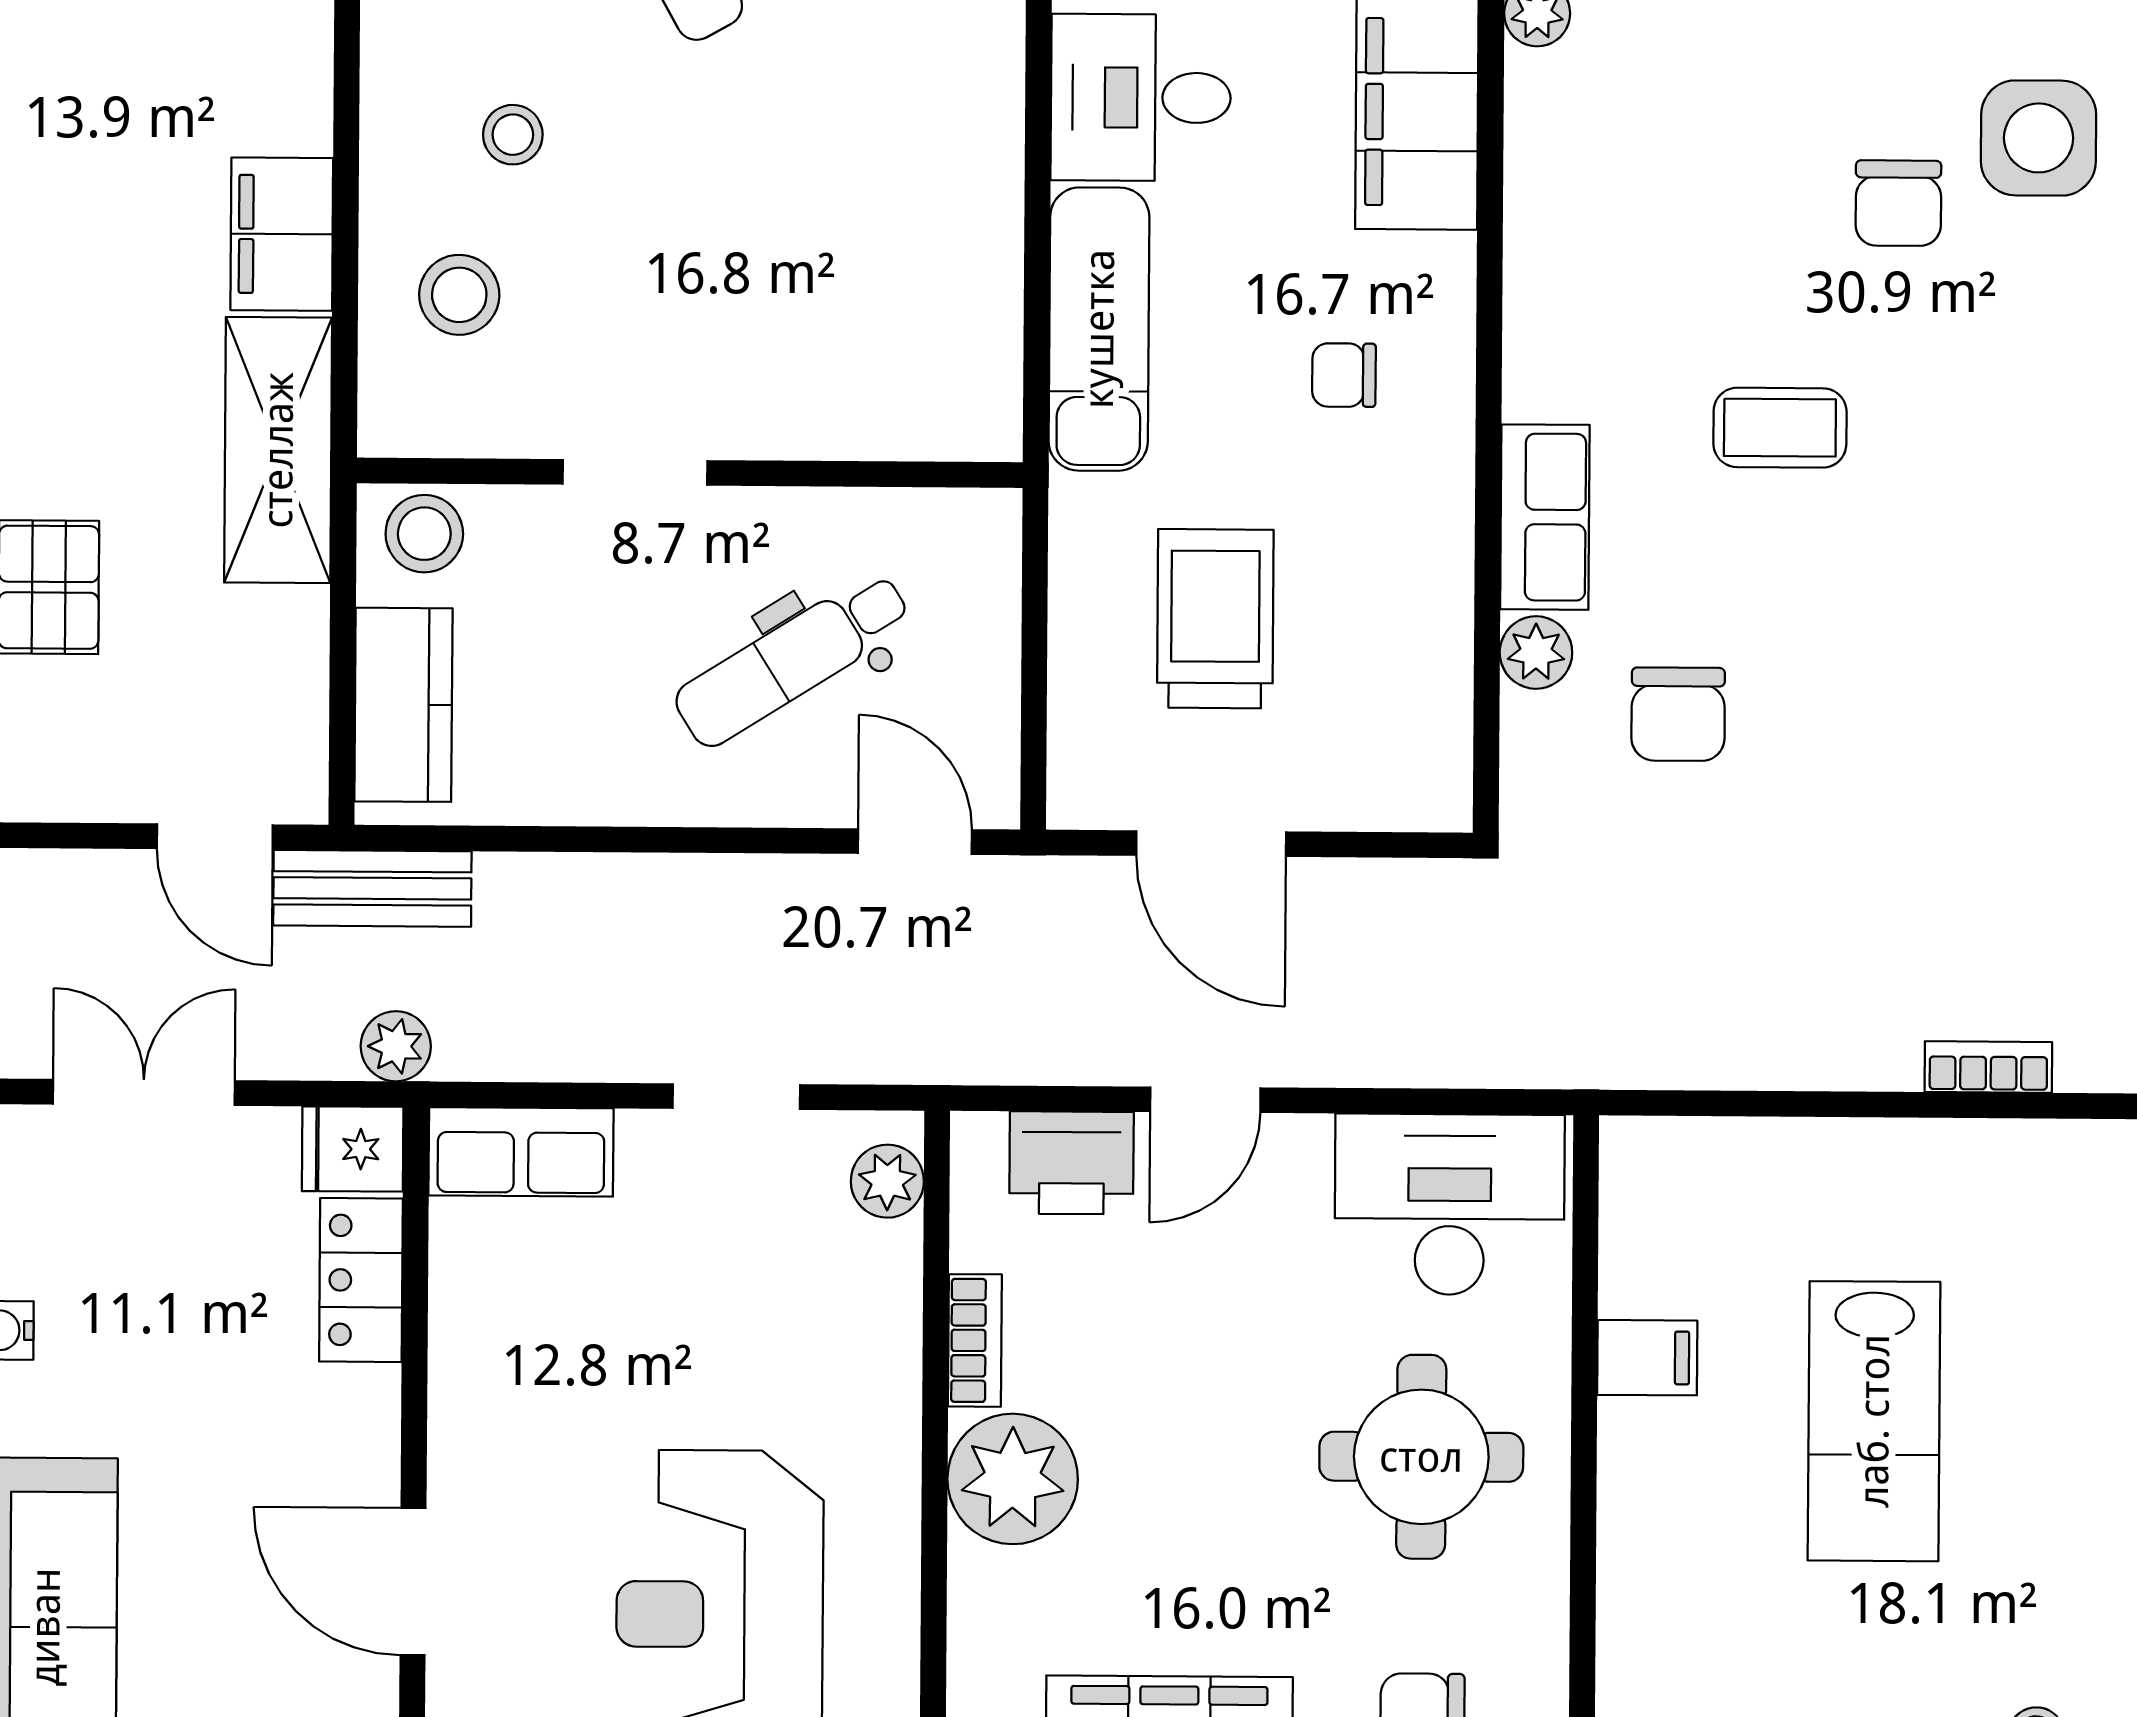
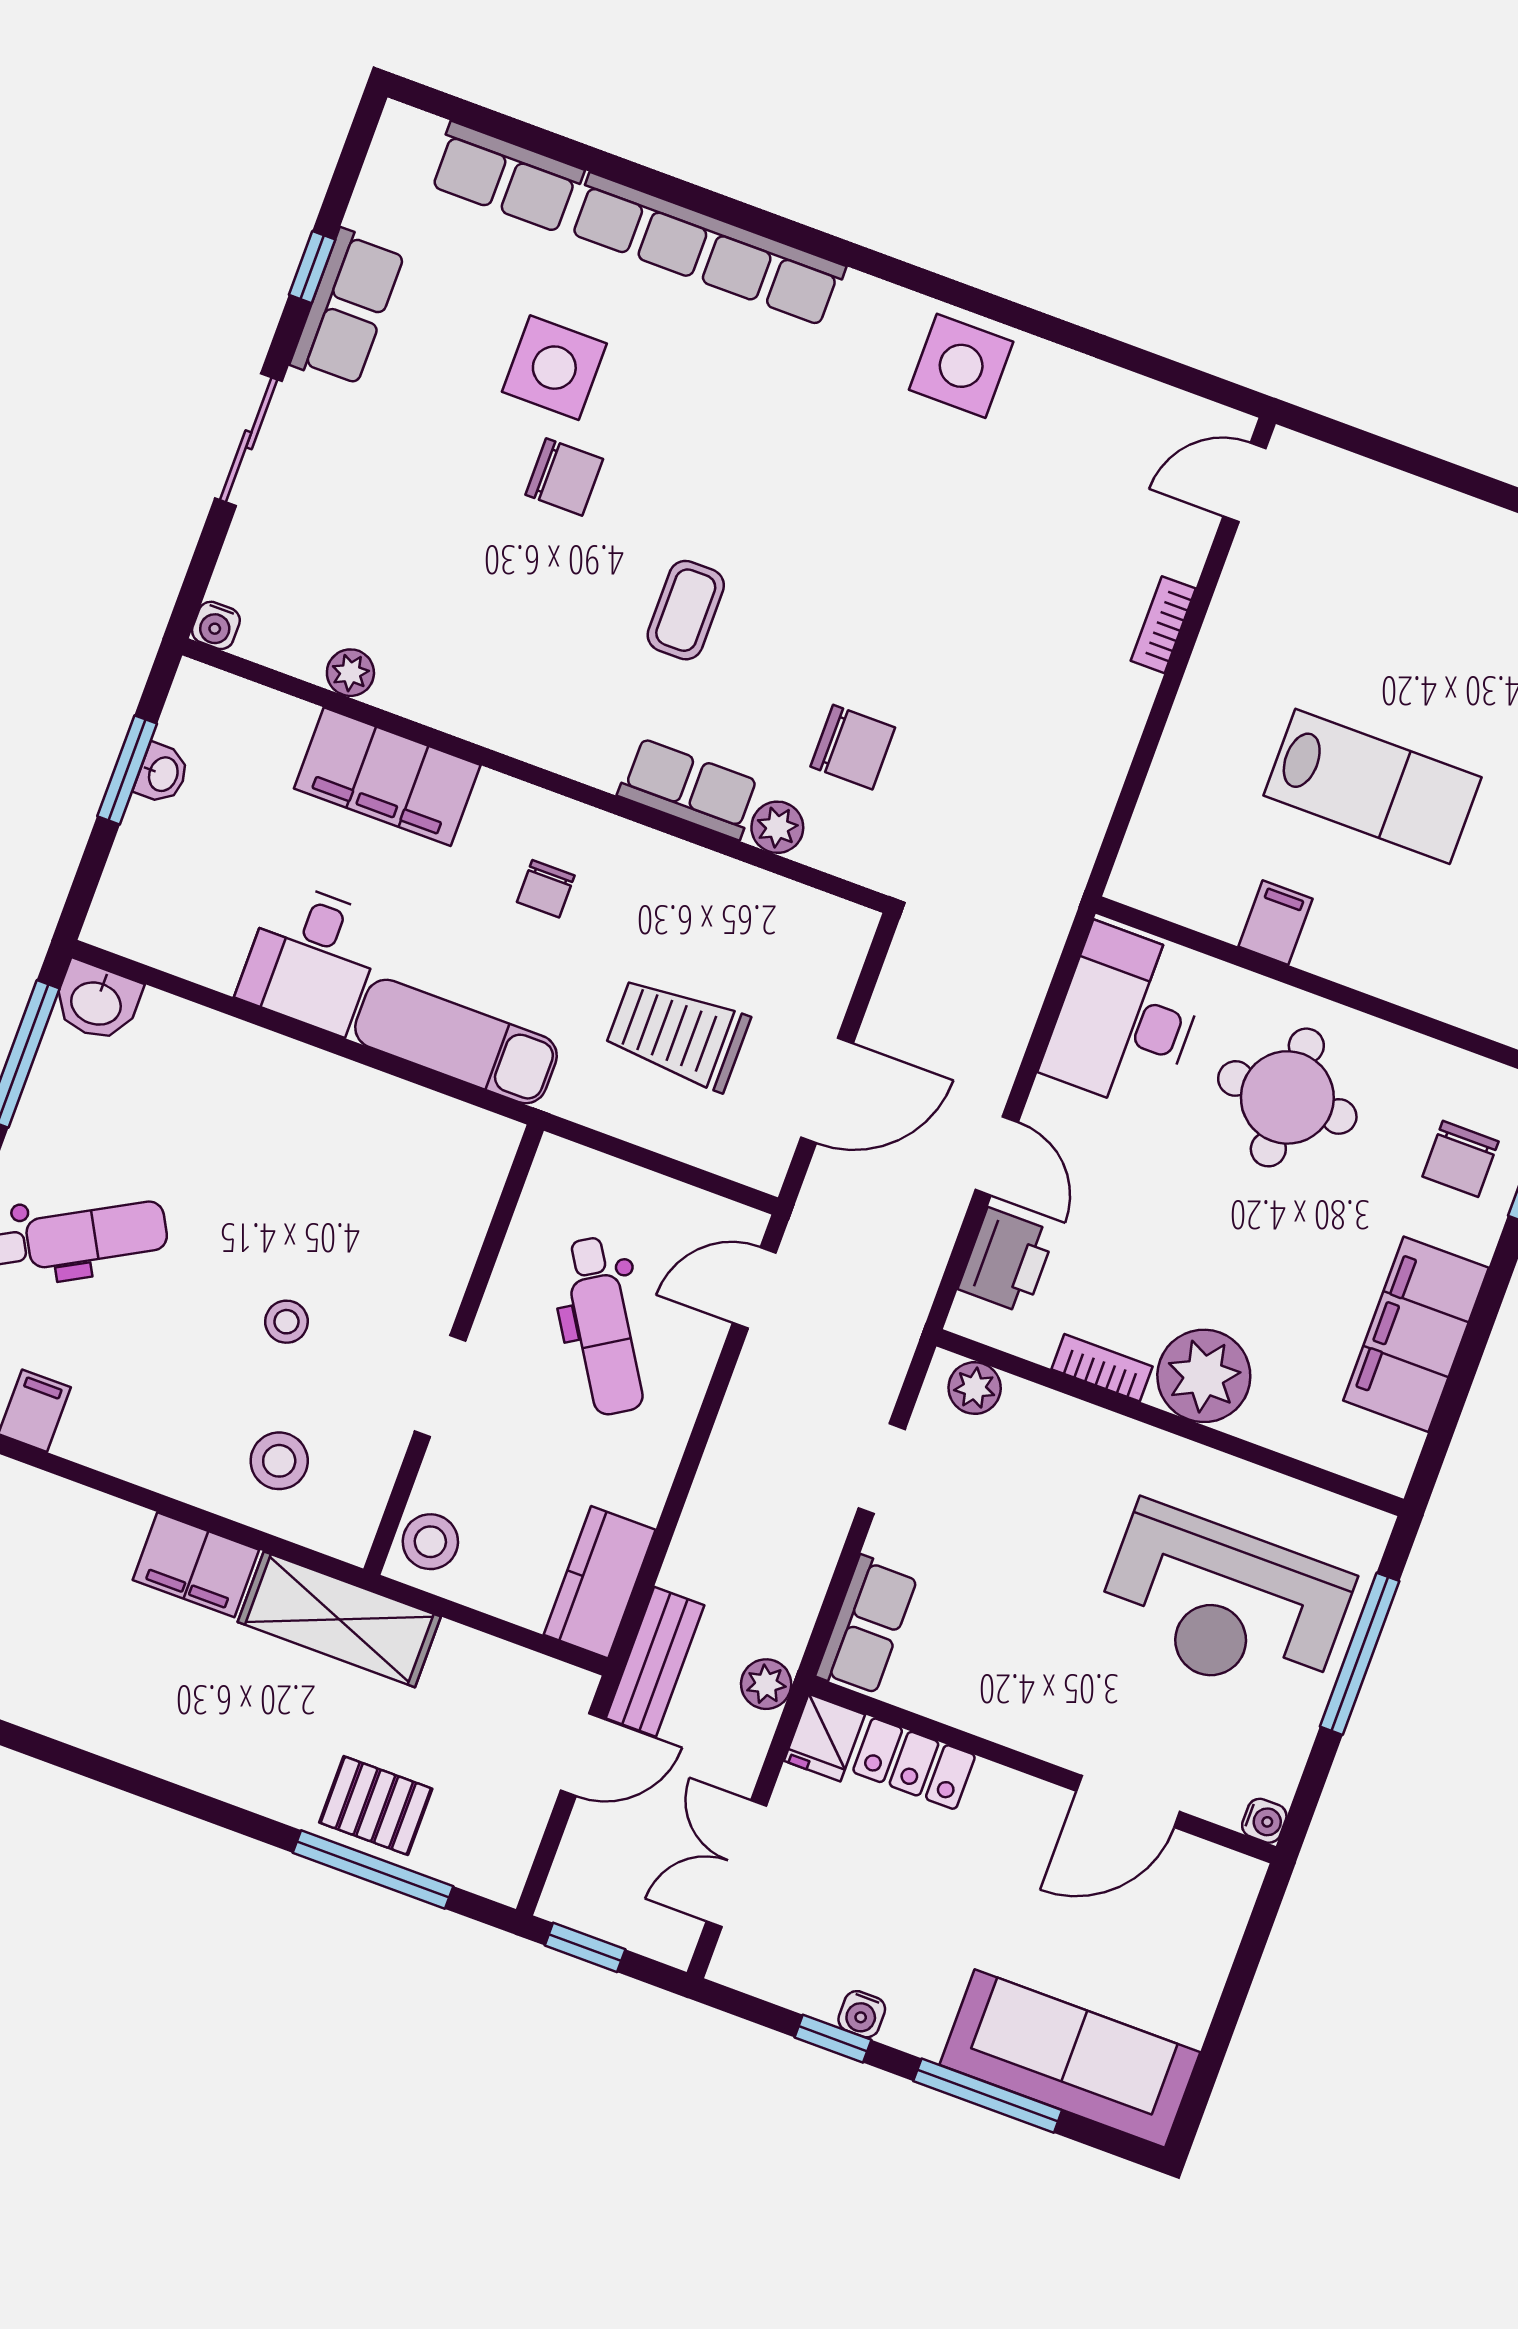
stool: (513, 135) -> (286, 1322), moved
kitchen counter: (403, 705) -> (600, 1582), moved, turned -90

